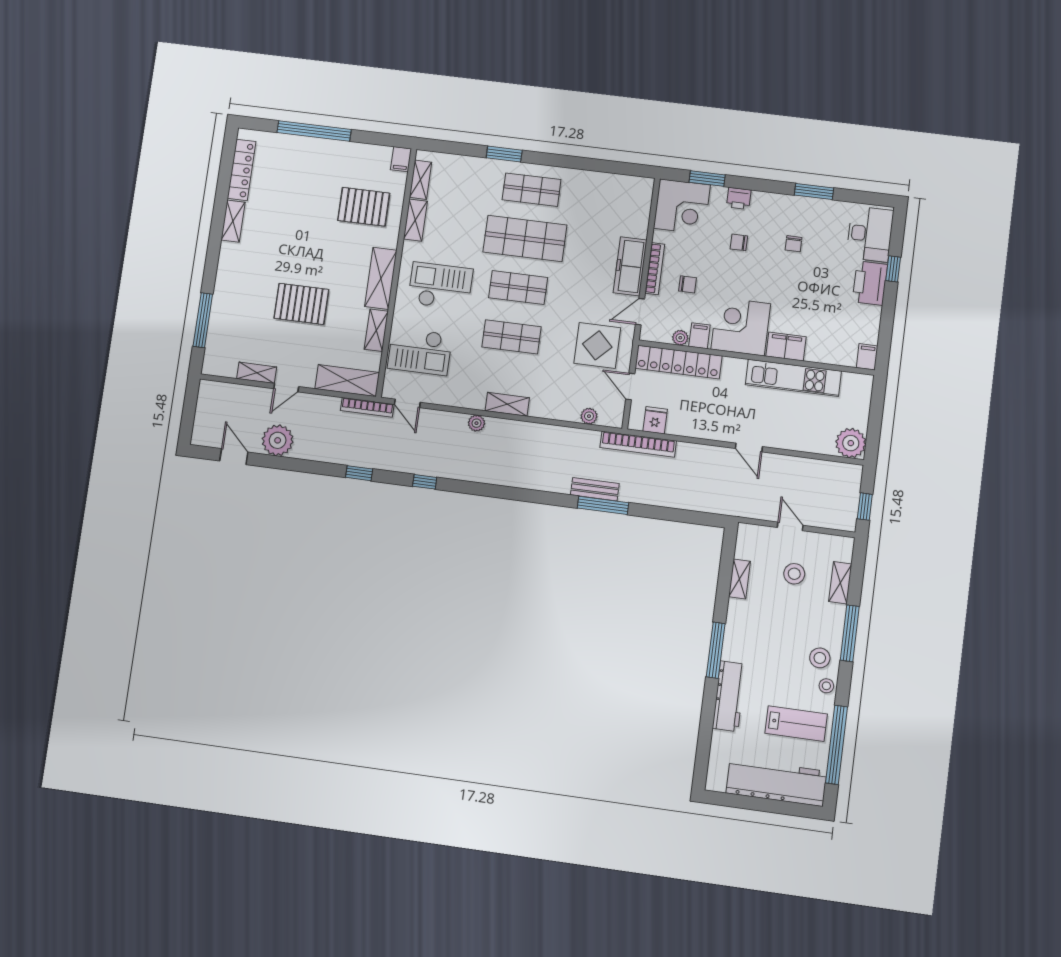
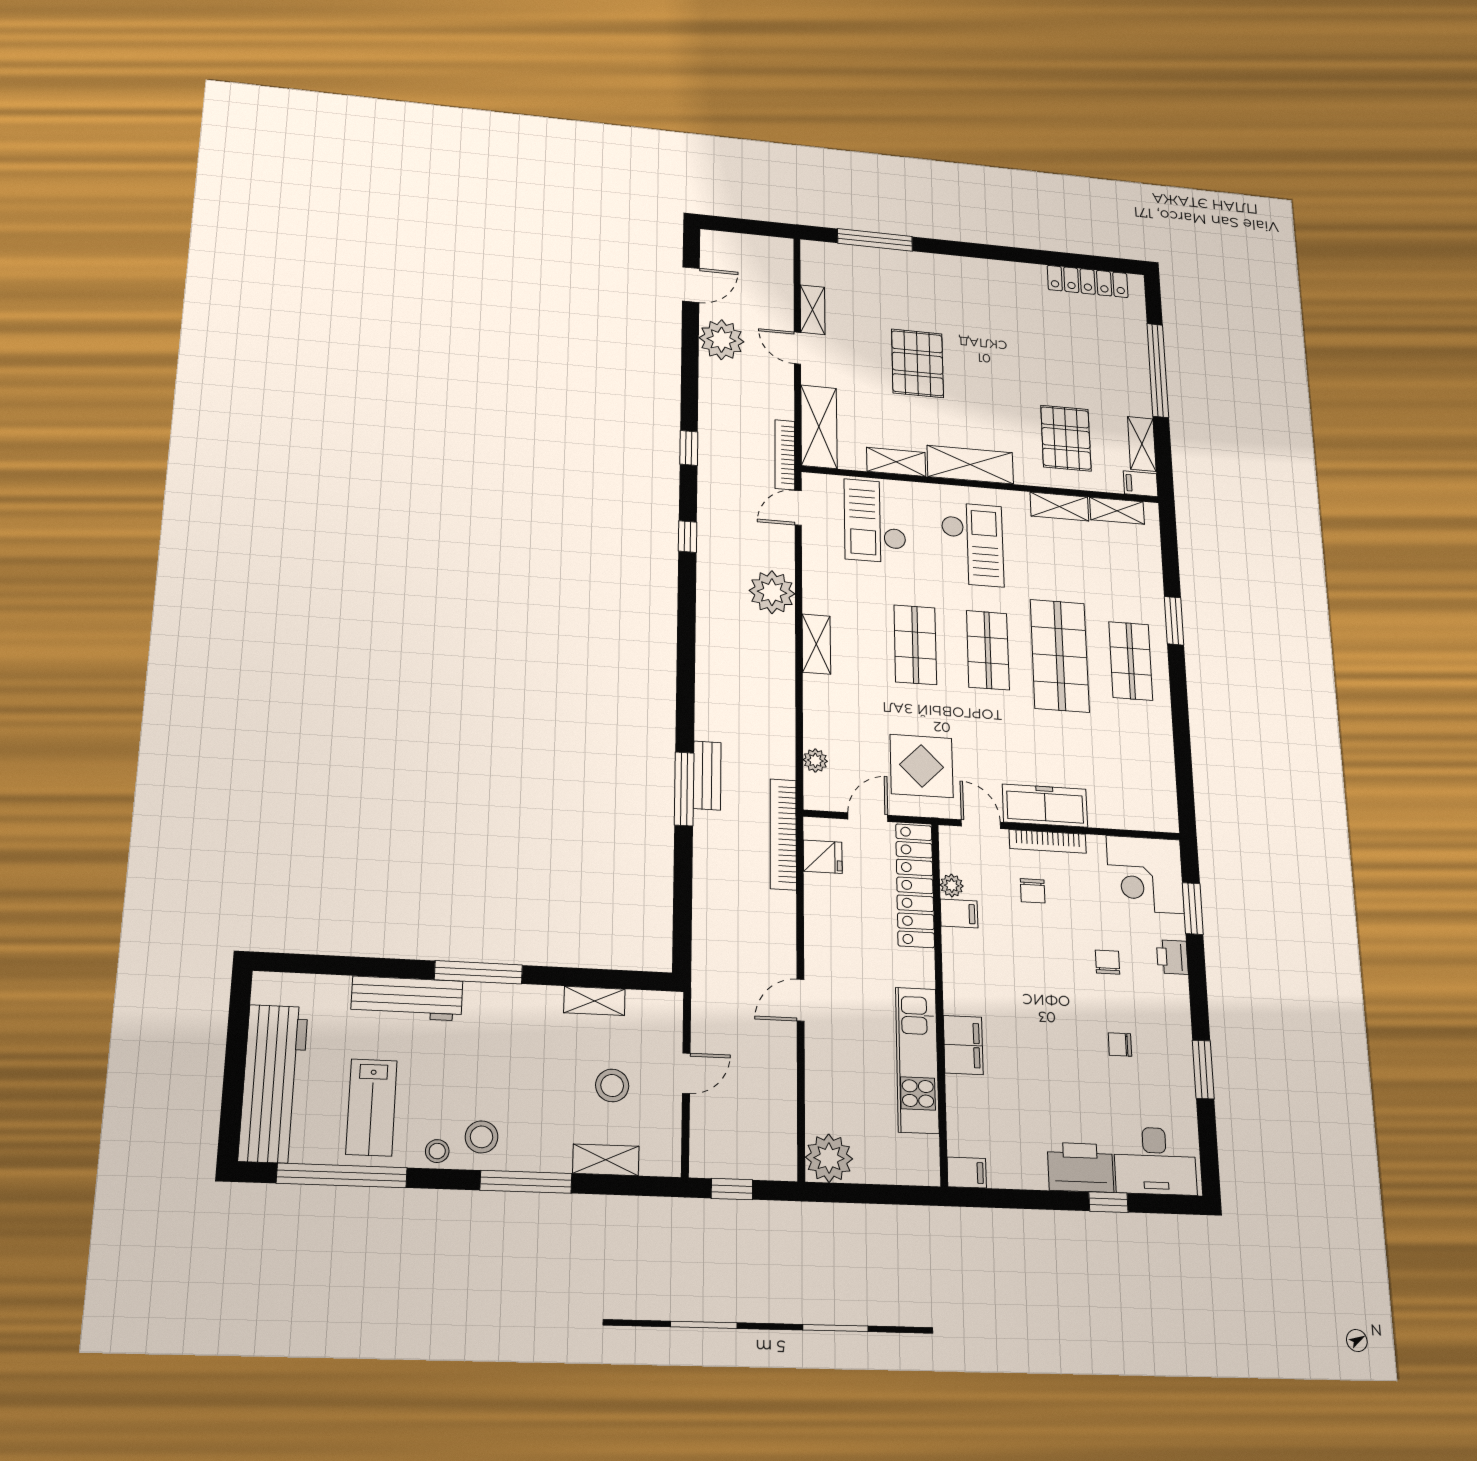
shelving: (233, 221) -> (1142, 444), moved, turned 90
corner desk: (741, 327) -> (983, 974), removed
plant: (476, 423) -> (772, 592), width x1.87, depth x1.87

